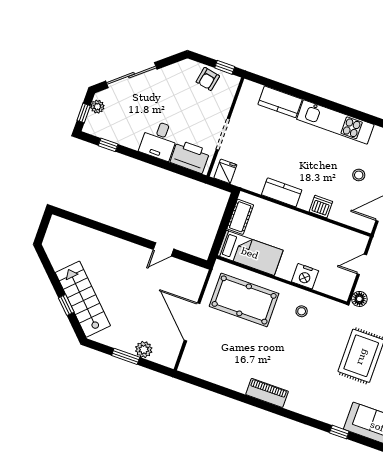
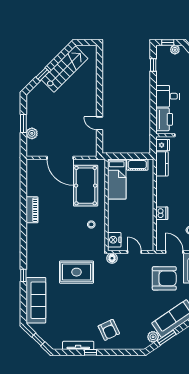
kitchen counter: (282, 192) -> (162, 164), moved
nightstand: (305, 276) -> (114, 240), moved
stairs: (83, 299) -> (65, 69), moved
door: (192, 322) -> (60, 158), swing flipped
piano: (267, 393) -> (32, 210), moved

